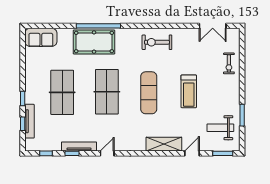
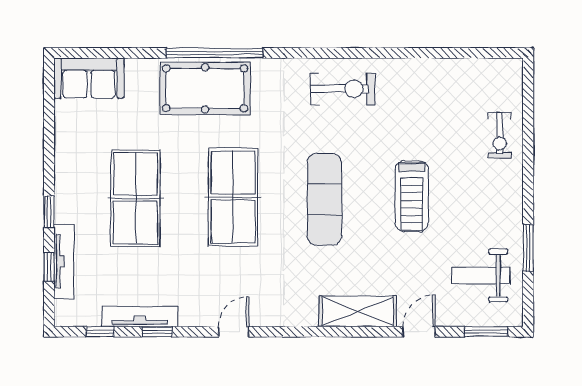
double door: (213, 26) -> (464, 53), removed
exercise bike: (157, 42) -> (342, 89), turned 180
tv unit: (79, 146) -> (140, 316), moved

